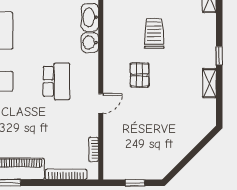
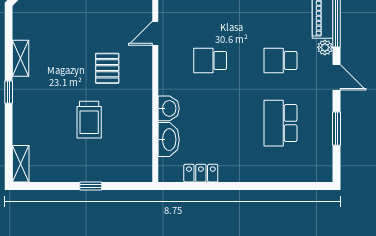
school desk: (56, 81) -> (210, 60), width x0.54

